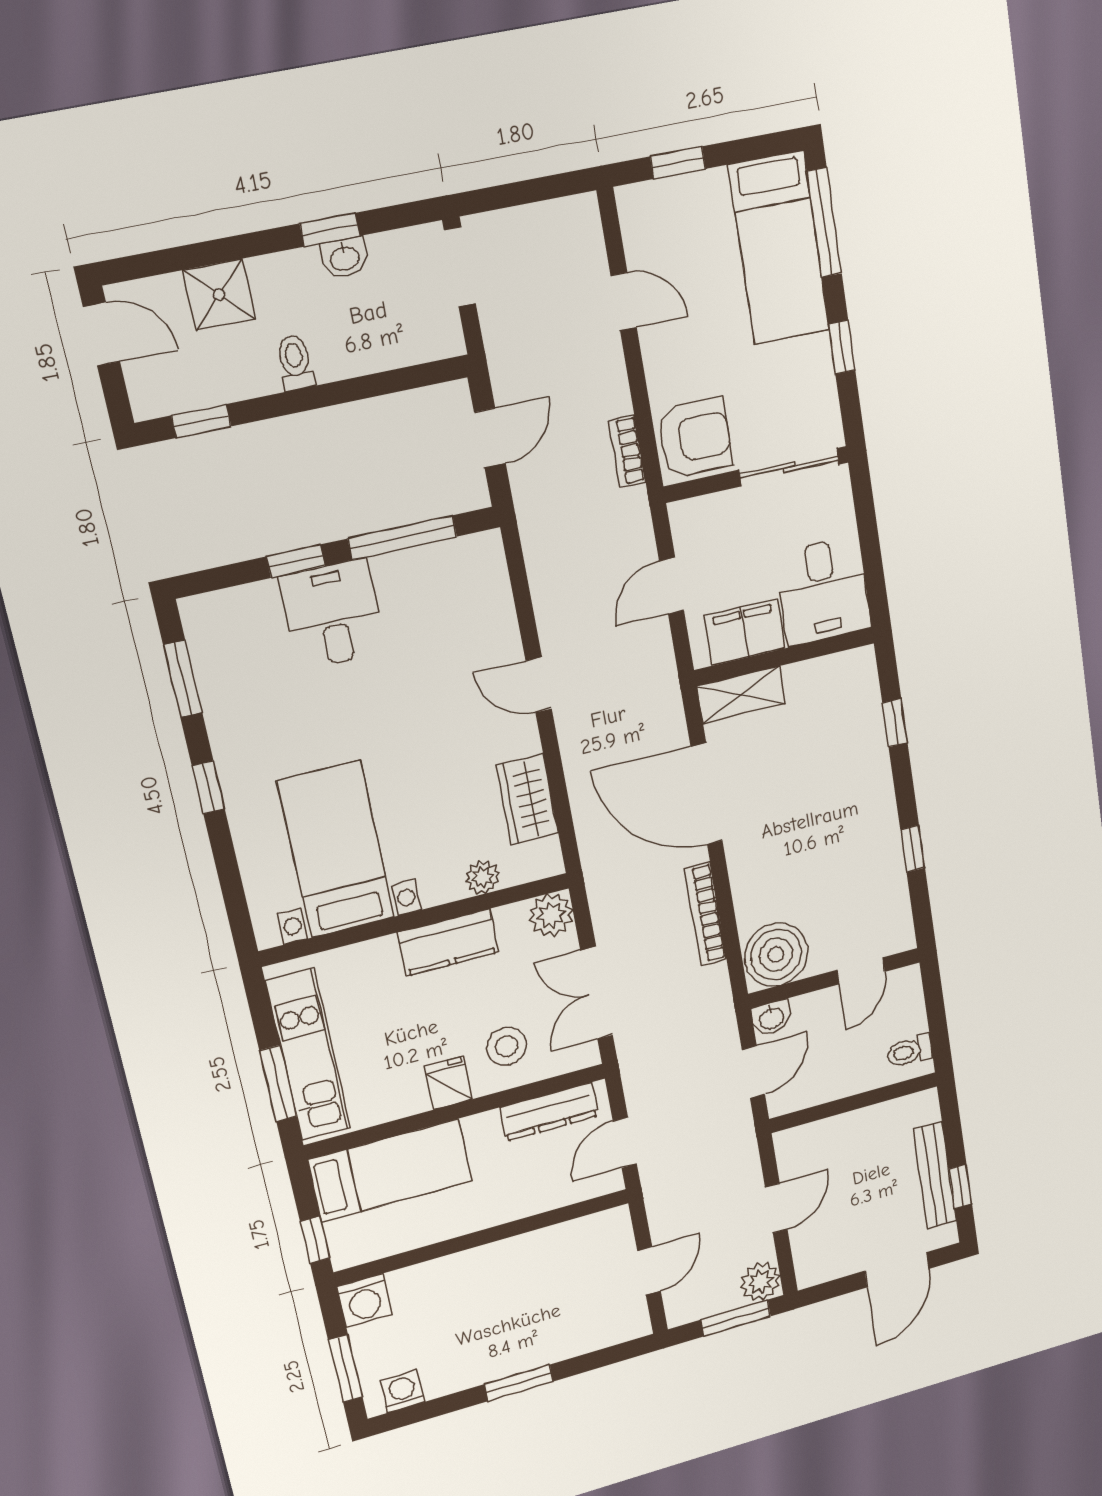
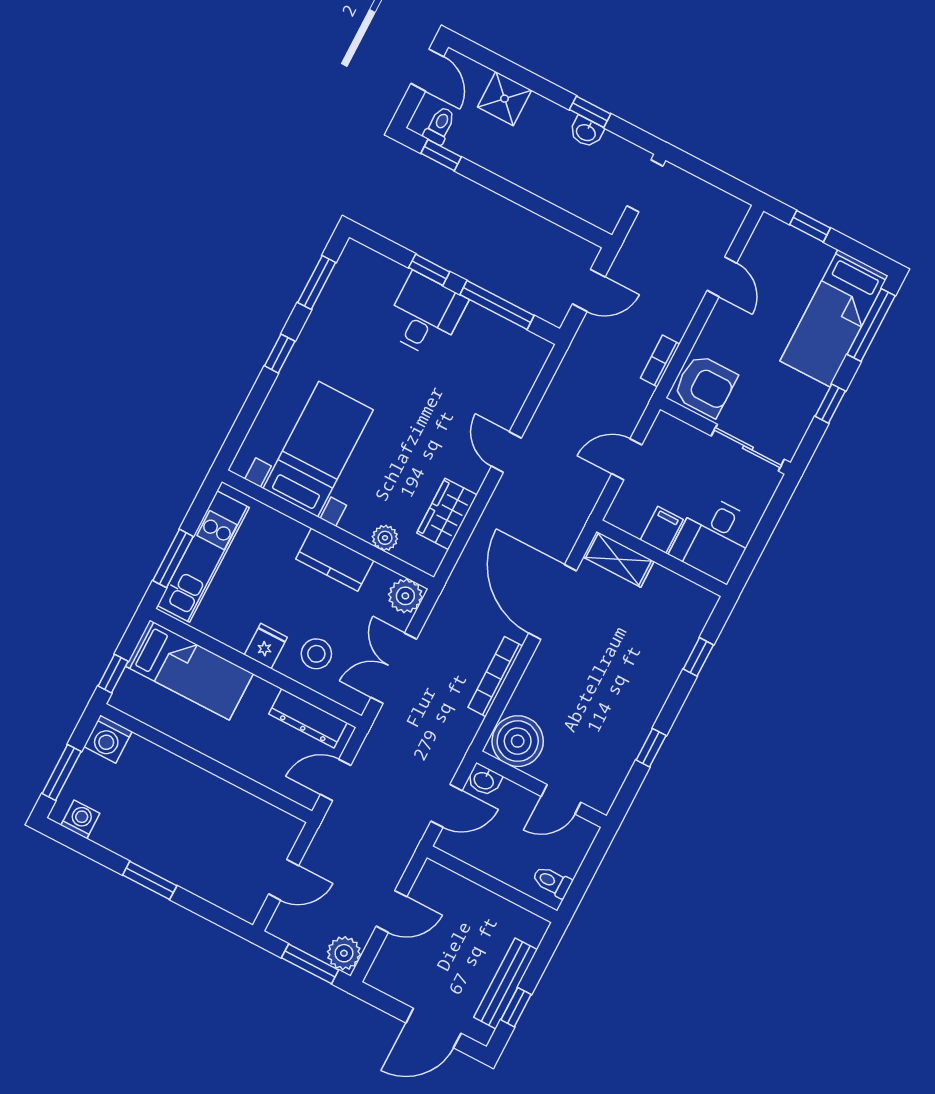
toilet: (295, 363) -> (440, 125), moved
filing cabinet: (745, 632) -> (662, 530), width x0.50

